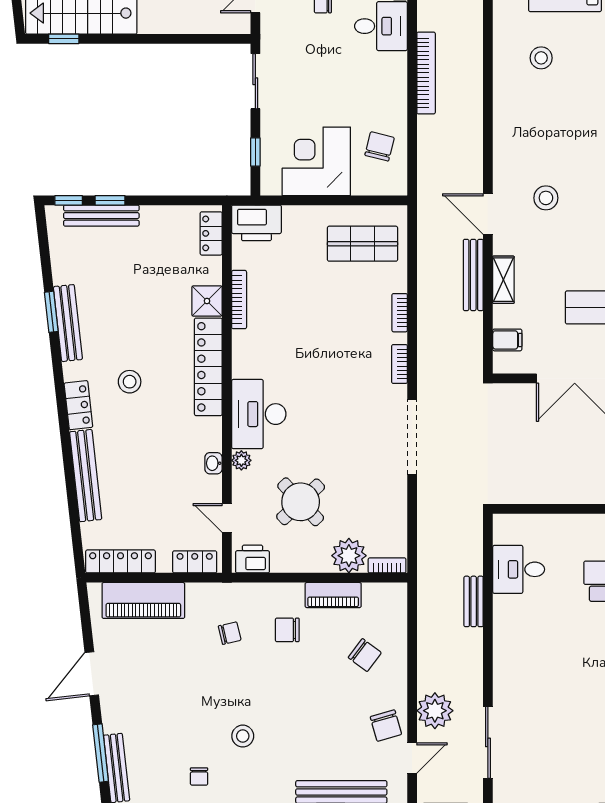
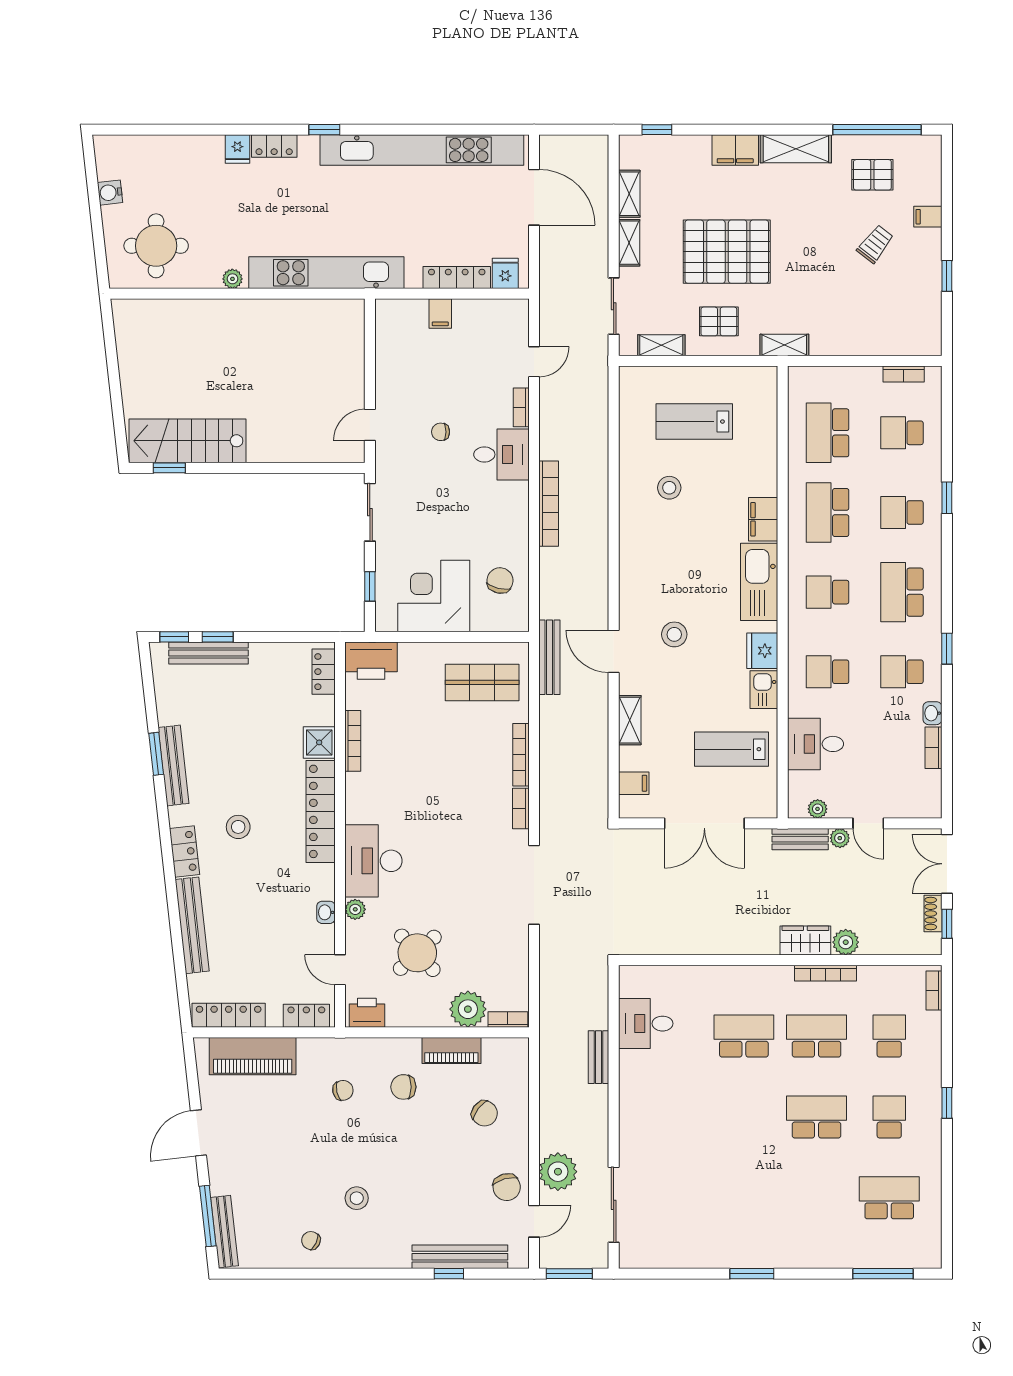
bench: (473, 275) -> (549, 657), moved
bookcase: (400, 313) -> (521, 755), width x1.56
chair: (199, 776) -> (311, 1241), turned 116

